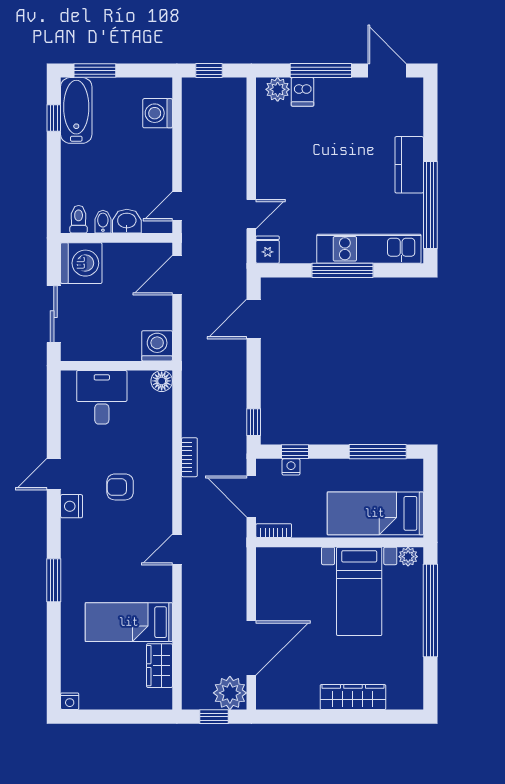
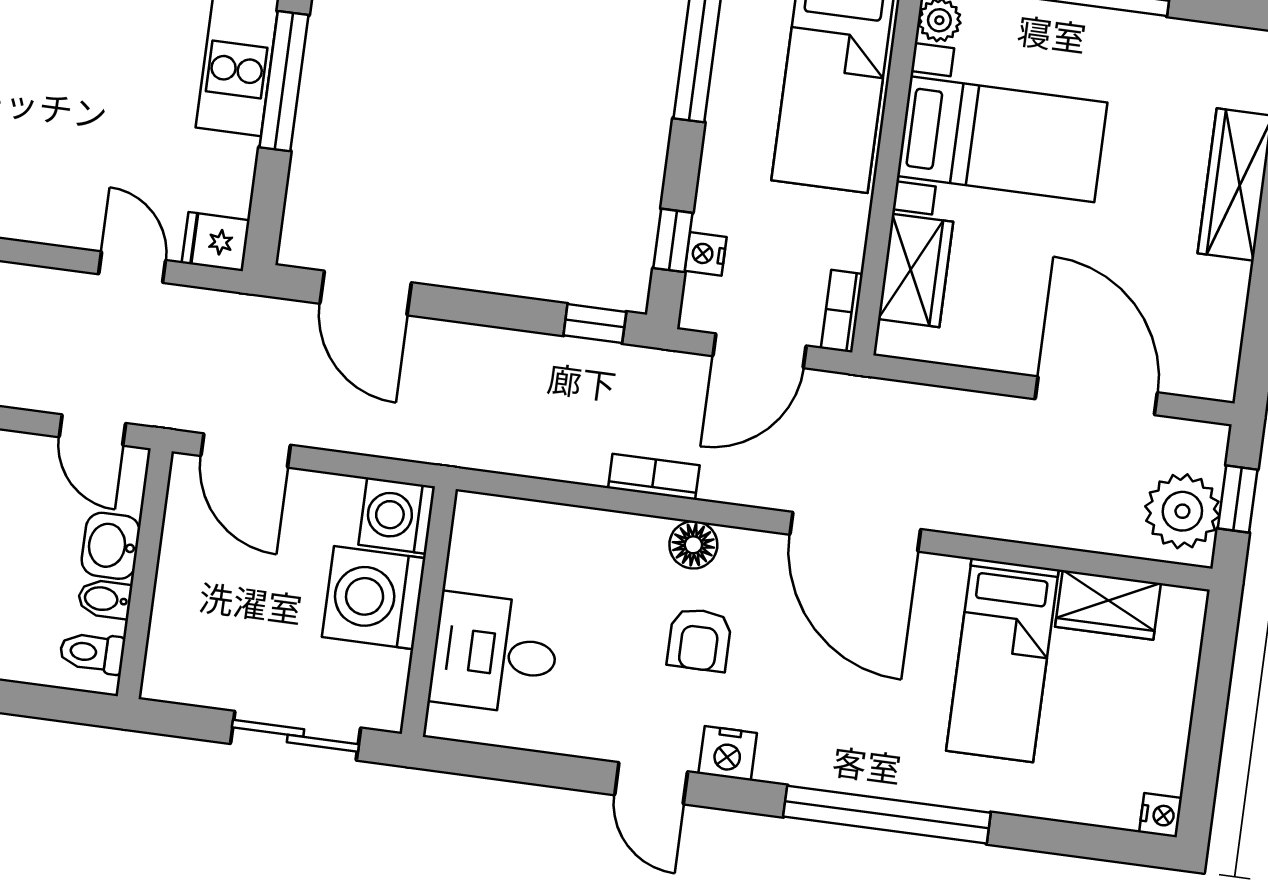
washing machine: (81, 263) -> (374, 598), moved, turned -90
floor lamp: (162, 381) -> (693, 545), moved
door: (177, 550) -> (855, 532), width x1.88
wardrobe: (296, 561) -> (916, 270), added
window: (54, 580) -> (887, 815), width x2.11
plant: (230, 693) -> (1182, 511), moved

